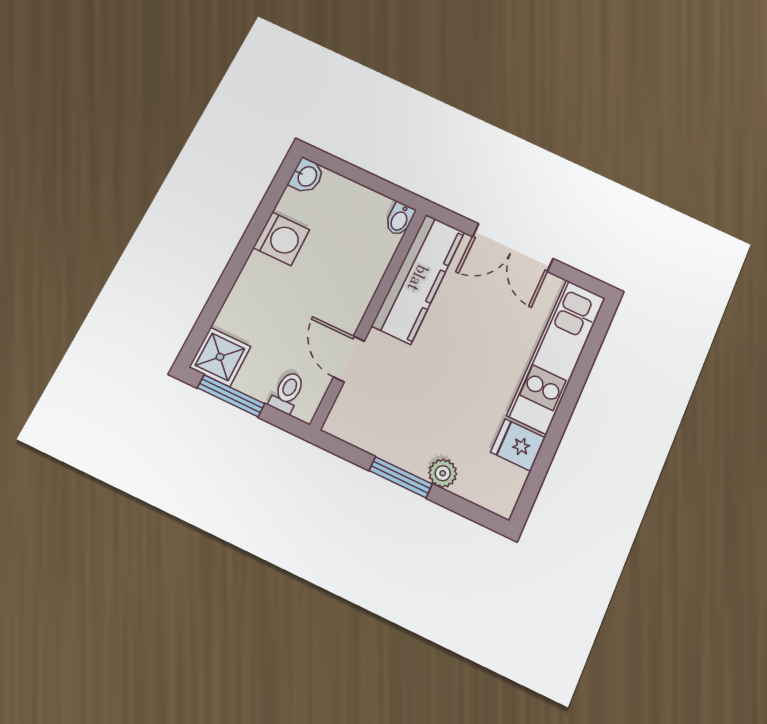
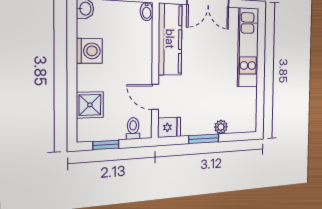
shower: (220, 357) -> (90, 105), moved
window: (231, 396) -> (106, 145), width x0.67
fridge: (518, 445) -> (169, 127), moved, turned 180

